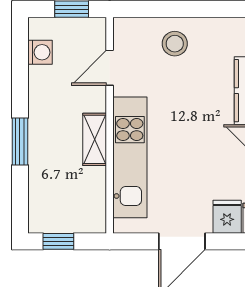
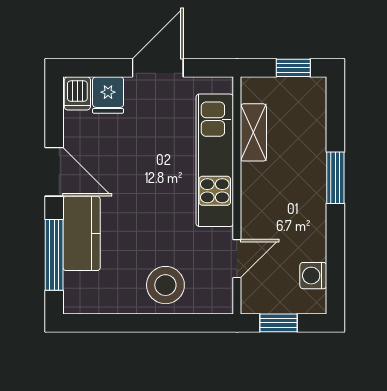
stool: (175, 44) -> (165, 285), width x1.38, depth x1.38
shelving: (95, 139) -> (253, 132), moved

